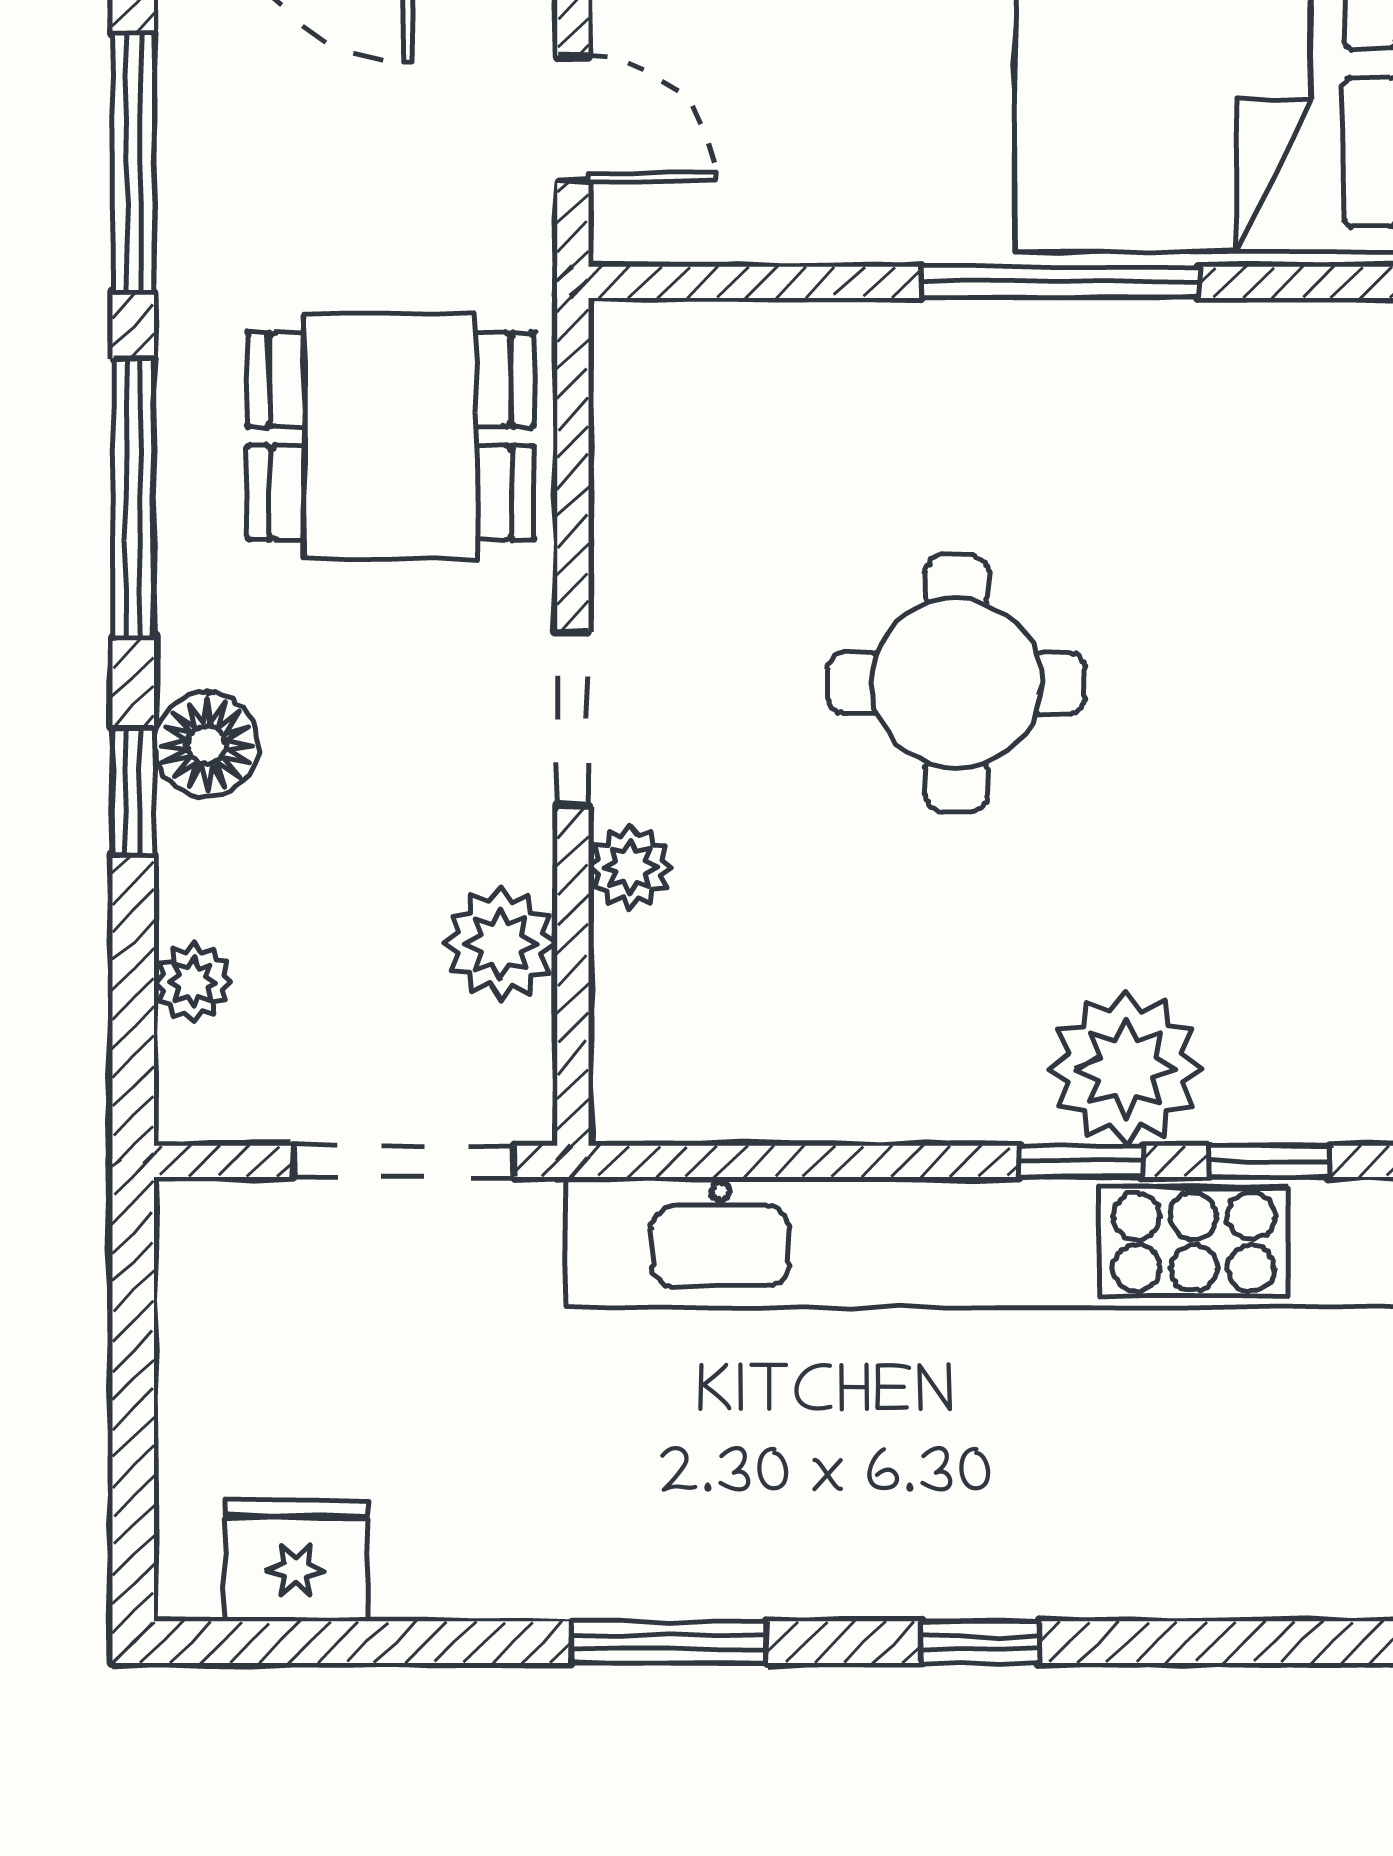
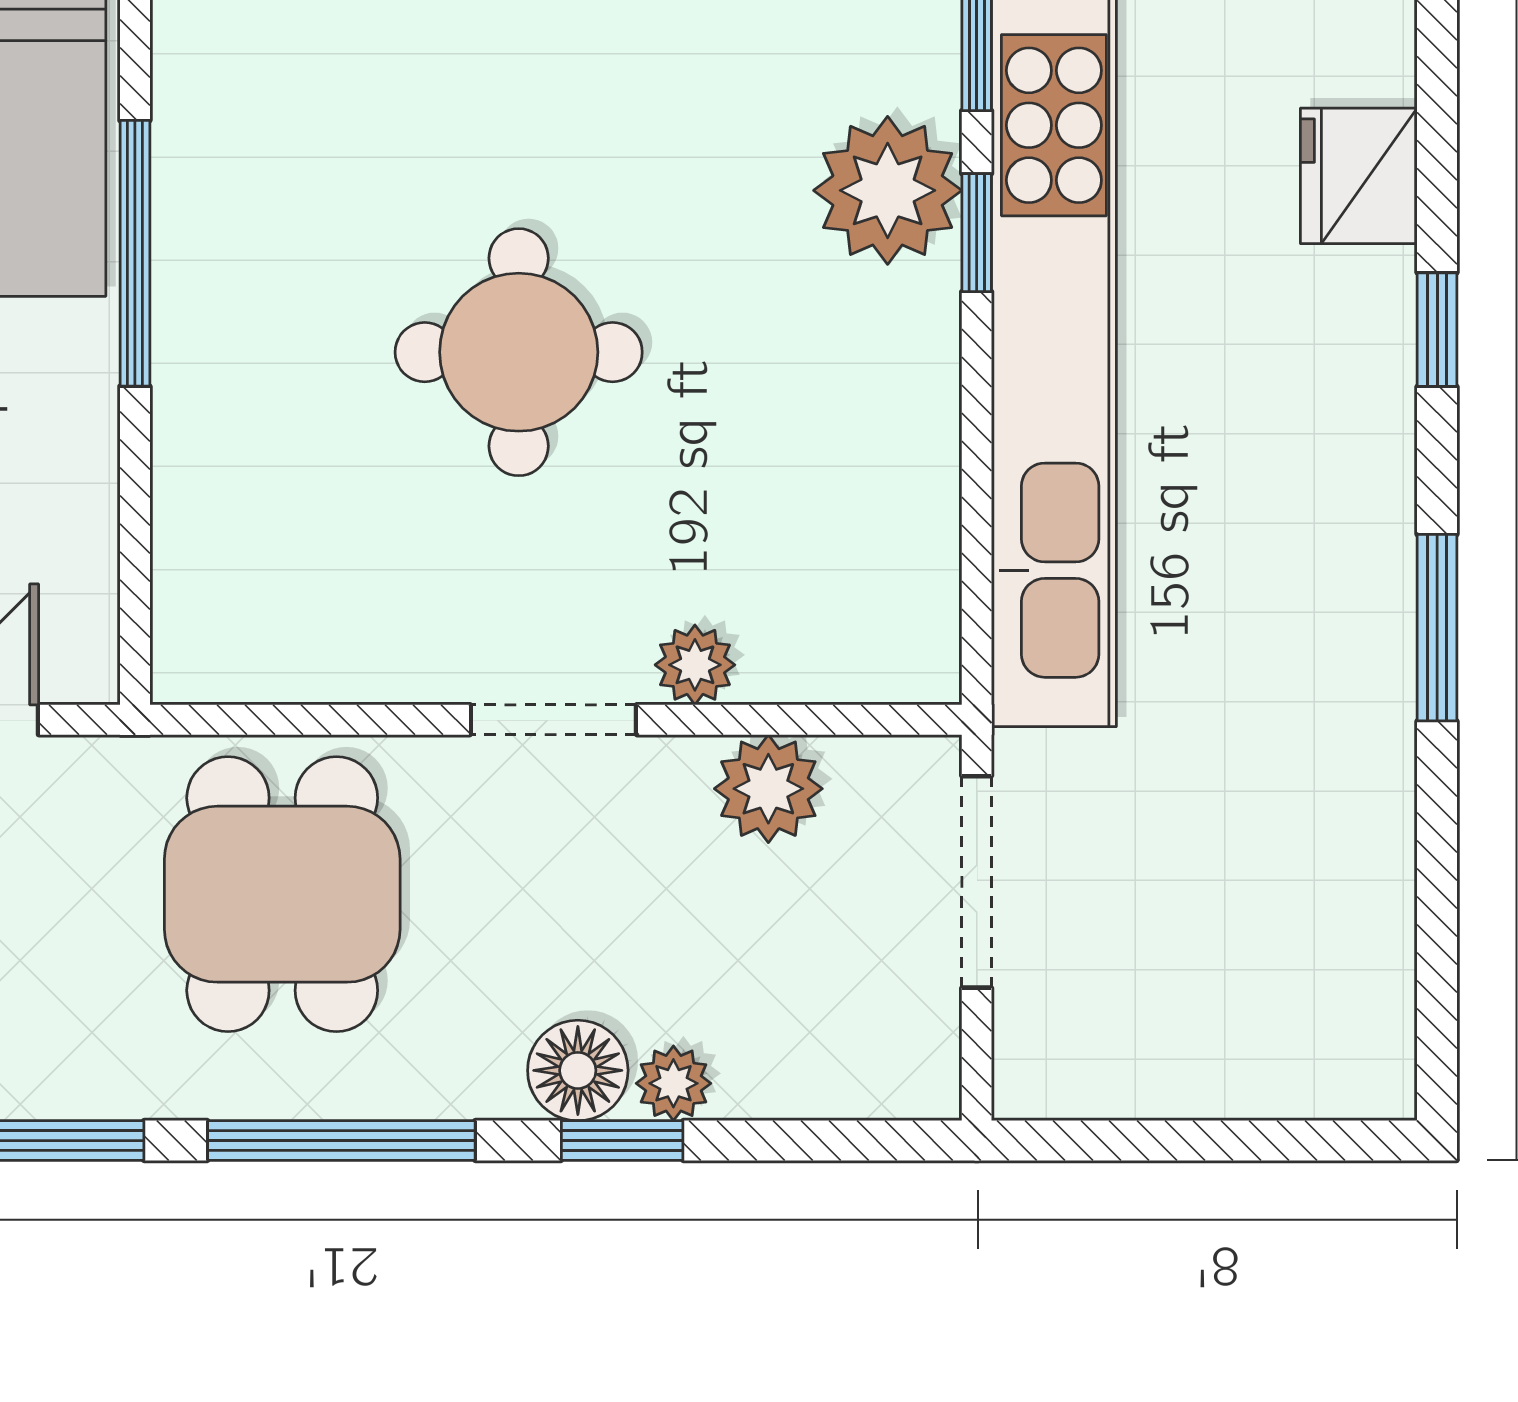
plant: (193, 982) -> (673, 1083), moved
fridge: (296, 1561) -> (1359, 176), moved

